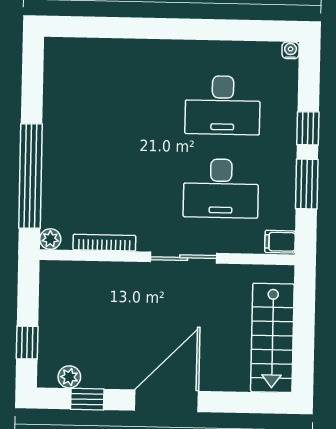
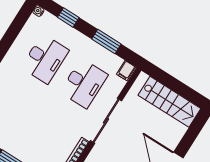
window: (308, 128) -> (68, 17), moved
sliding door: (184, 258) -> (106, 121), width x1.37

